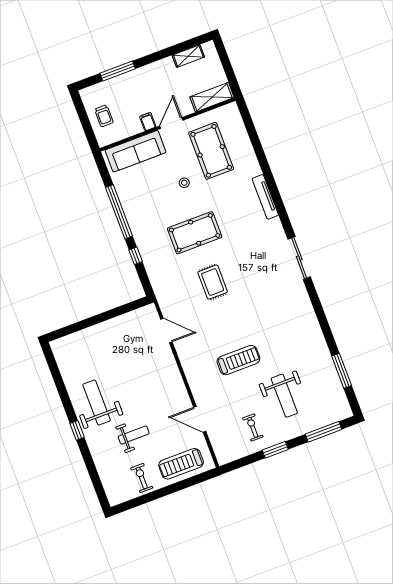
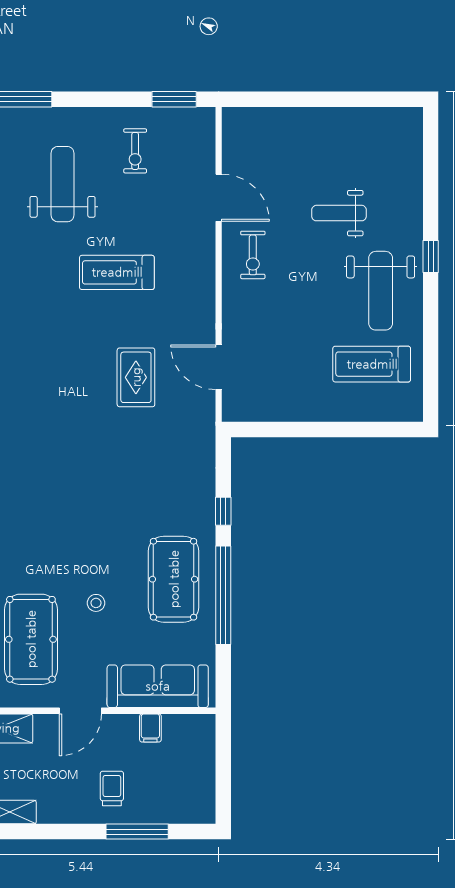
trolley: (104, 116) -> (112, 788), moved
filing cabinet: (148, 122) -> (150, 728), moved
pool table: (195, 233) -> (174, 579), moved, turned 90
rug: (213, 282) -> (136, 377), moved
window: (275, 450) -> (174, 99), moved
treadmill: (181, 464) -> (372, 364), moved, turned 180
exercise bike: (142, 478) -> (253, 255), moved

